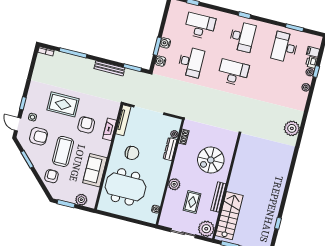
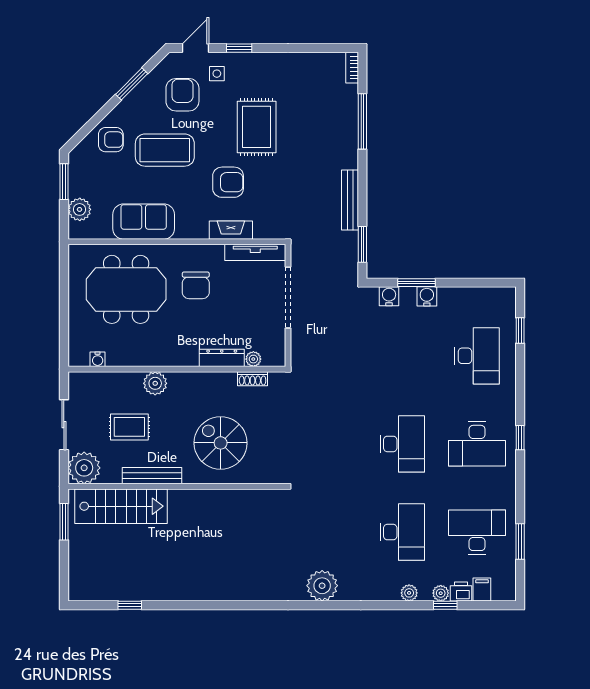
desk: (191, 62) -> (402, 532), moved, turned -90
armchair: (39, 136) -> (182, 95), turned 180
meeting table: (125, 187) -> (126, 289), turned 90

